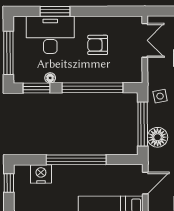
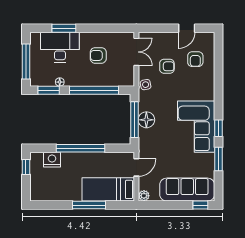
side table: (160, 96) -> (146, 85), moved
floor lamp: (158, 137) -> (146, 120), moved

